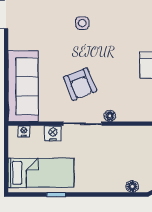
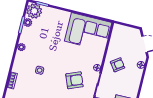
armchair: (123, 148) -> (118, 65), added

